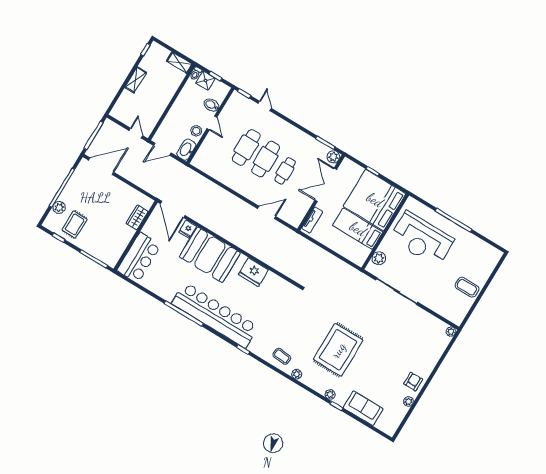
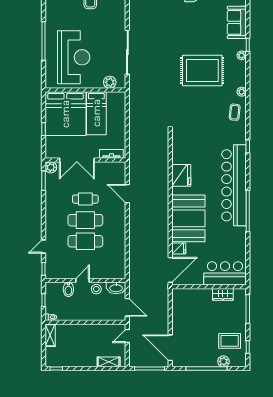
shelving: (136, 80) -> (109, 362), moved
shower: (206, 81) -> (52, 306), removed
wardrobe: (137, 217) -> (223, 294), moved

